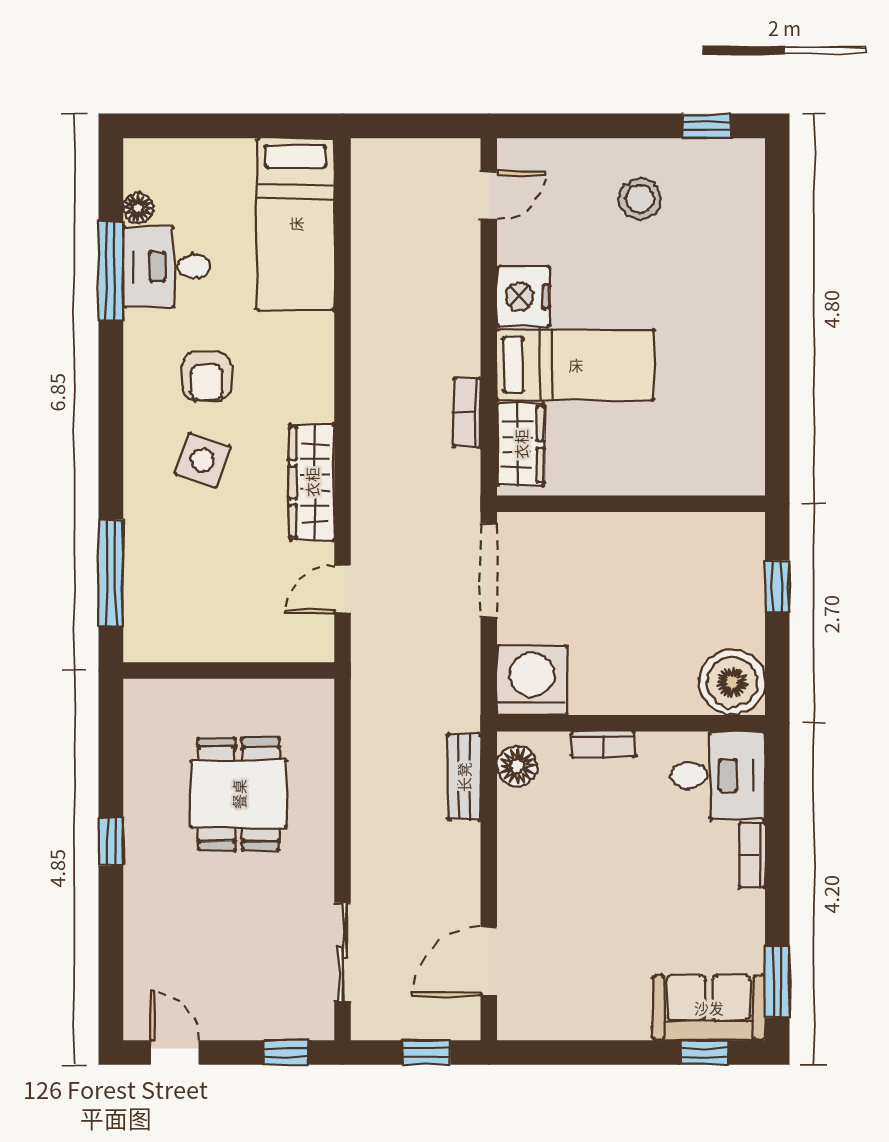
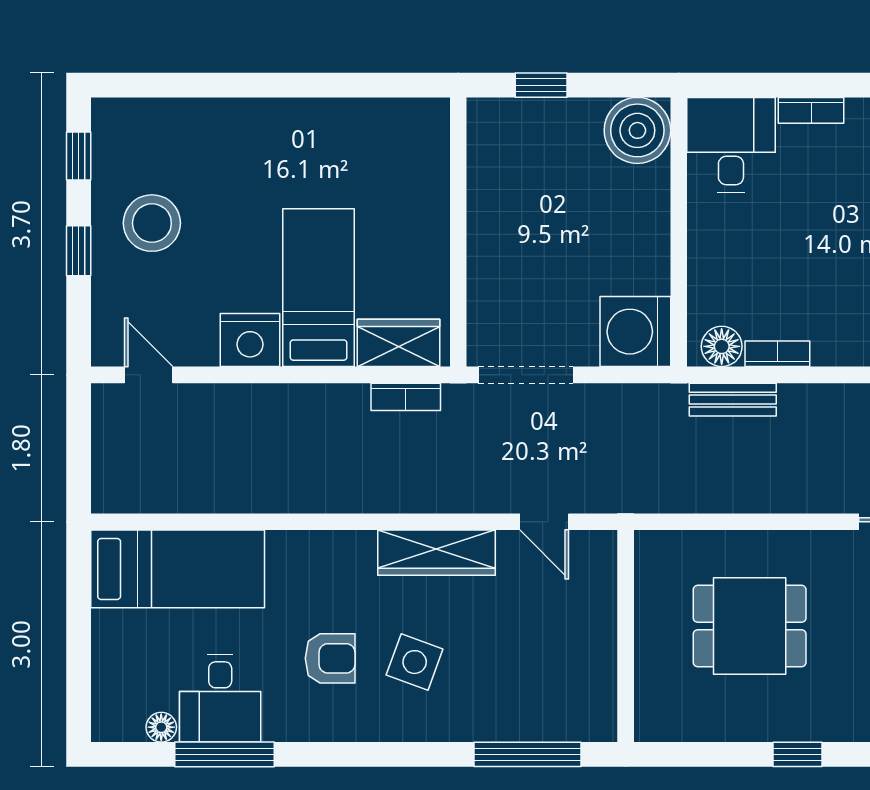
window: (612, 126) -> (79, 251), added
stool: (640, 199) -> (152, 223), width x1.38, depth x1.38
bookcase: (467, 412) -> (406, 397), moved
bookcase: (603, 744) -> (777, 354), moved, turned -90

